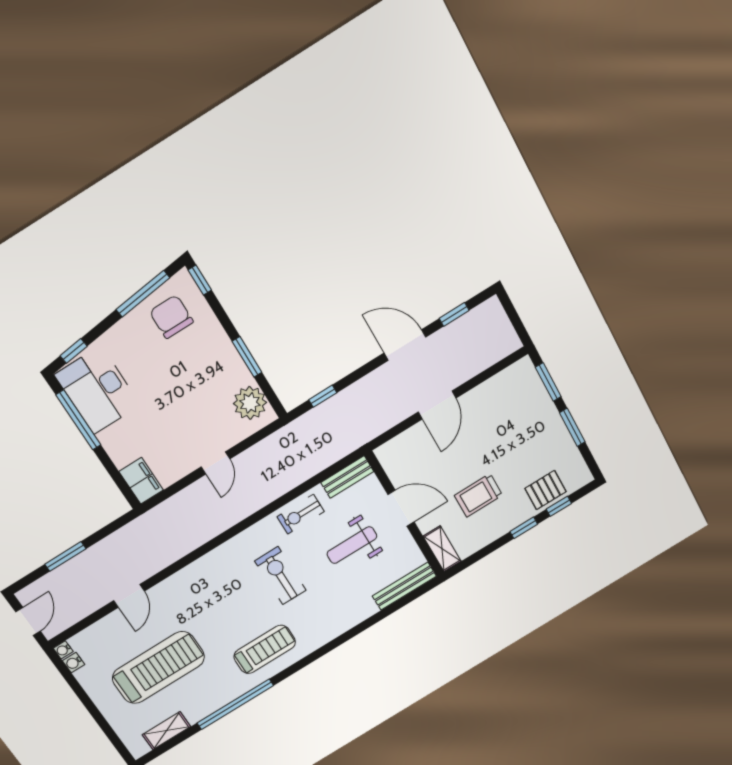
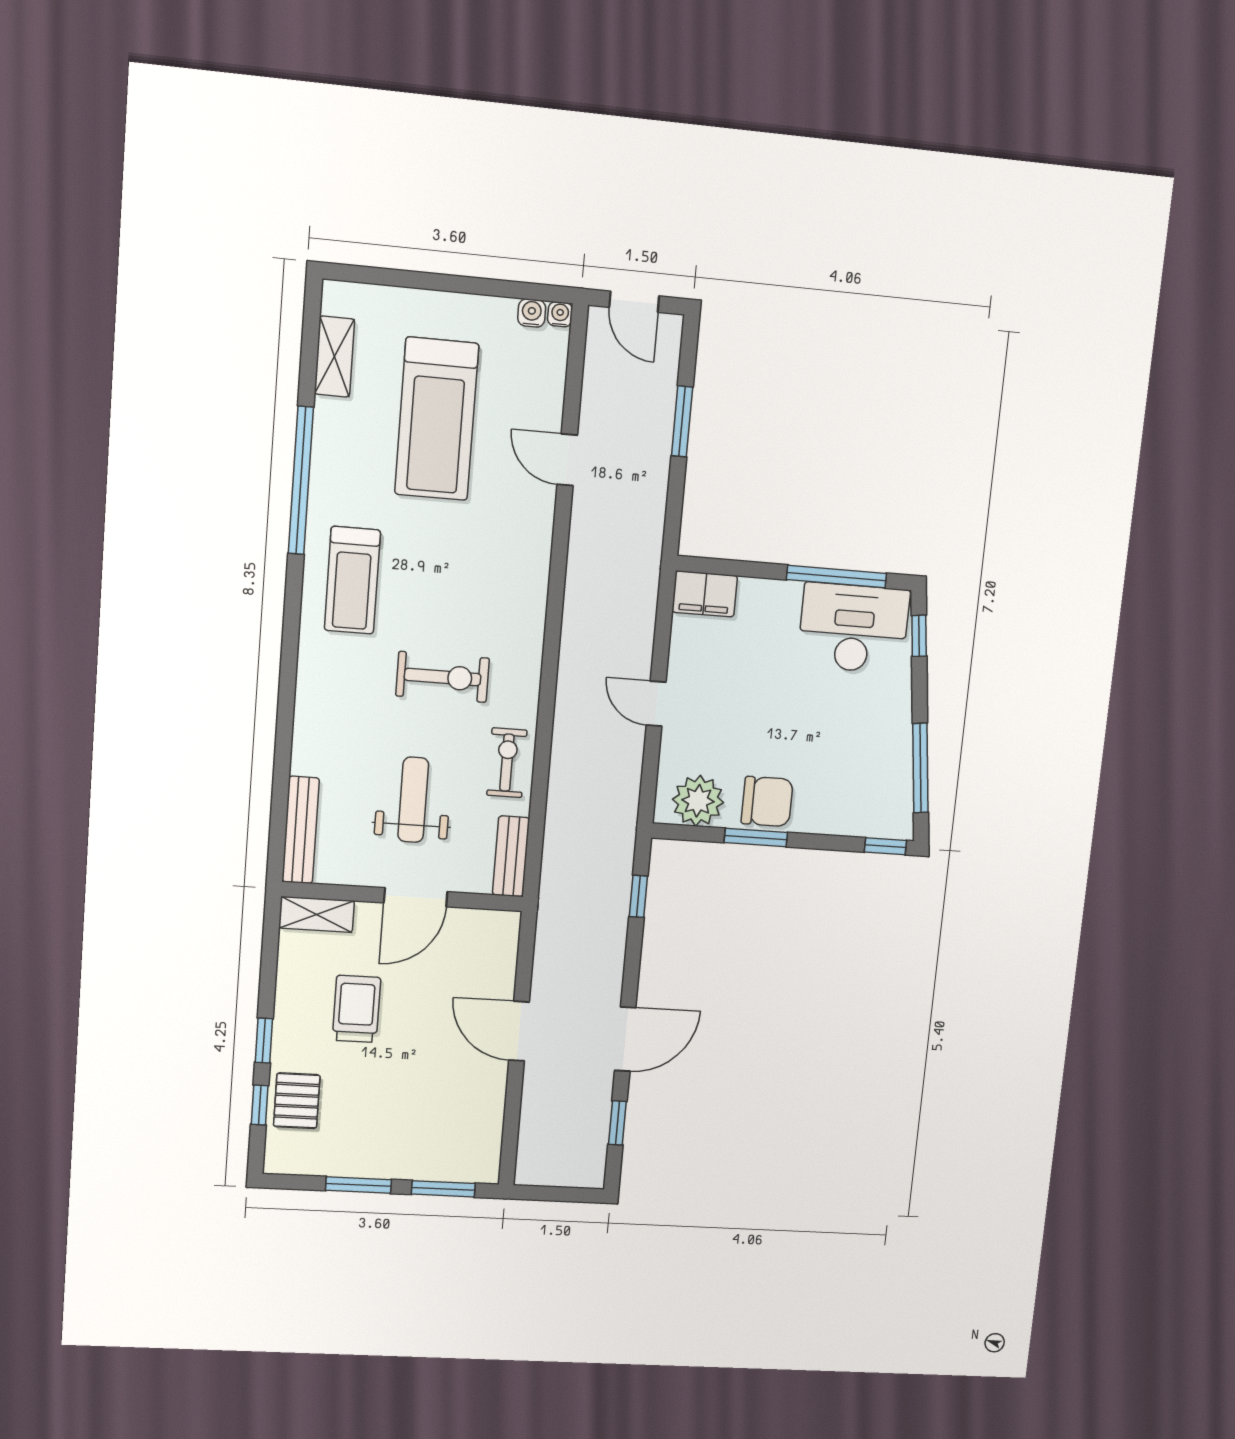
chair: (171, 317) -> (767, 801), moved

